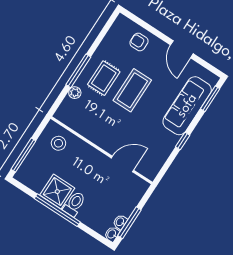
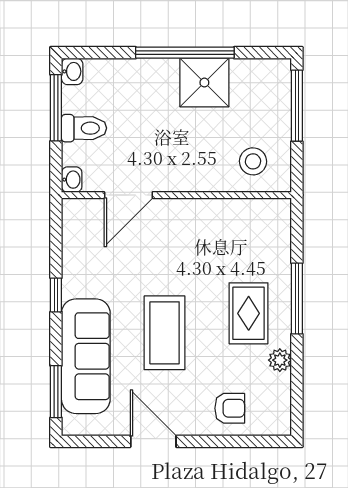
coffee table: (132, 90) -> (165, 333), moved
plant: (75, 93) -> (280, 360), moved
toilet: (74, 204) -> (84, 128), moved, turned -90
washbasin: (120, 222) -> (72, 180), moved

